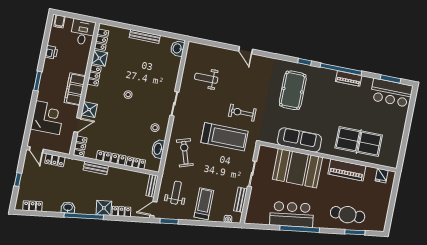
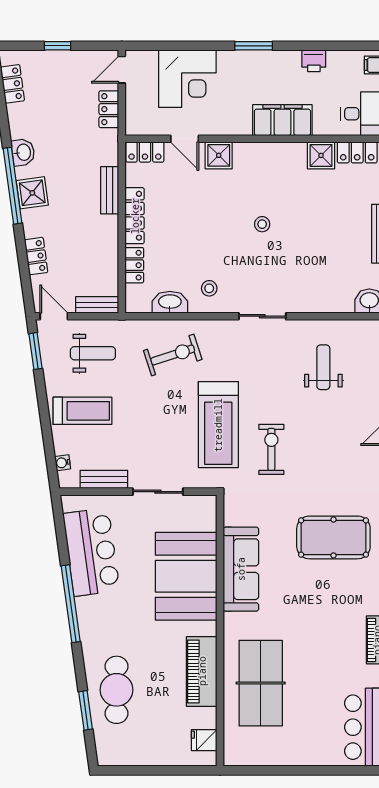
locker: (94, 76) -> (286, 152), removed
filing cabinet: (75, 89) -> (282, 120), moved
shower: (104, 208) -> (32, 193), moved
bar counter: (292, 214) -> (91, 552), moved

